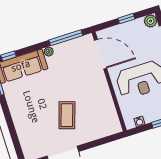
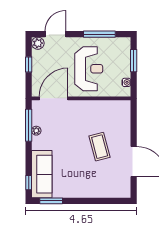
plant: (49, 52) -> (36, 131), moved
coffee table: (67, 115) -> (100, 147), turned 57

